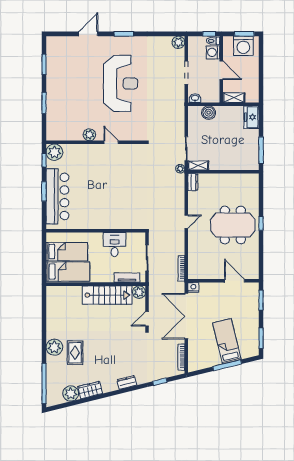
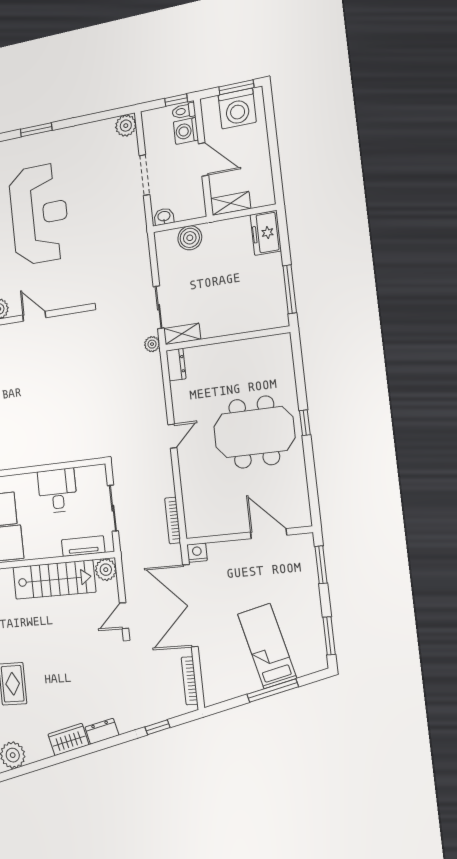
wardrobe: (90, 390) -> (68, 740), moved

